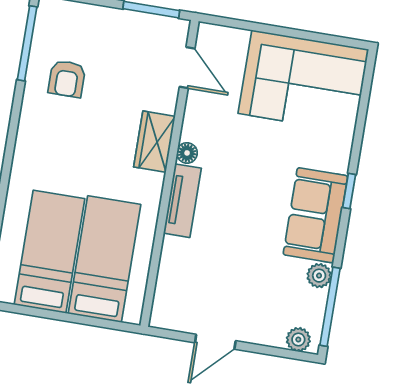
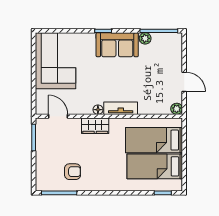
door: (187, 68) -> (58, 116), hinge flipped
plant: (298, 340) -> (177, 109), moved

